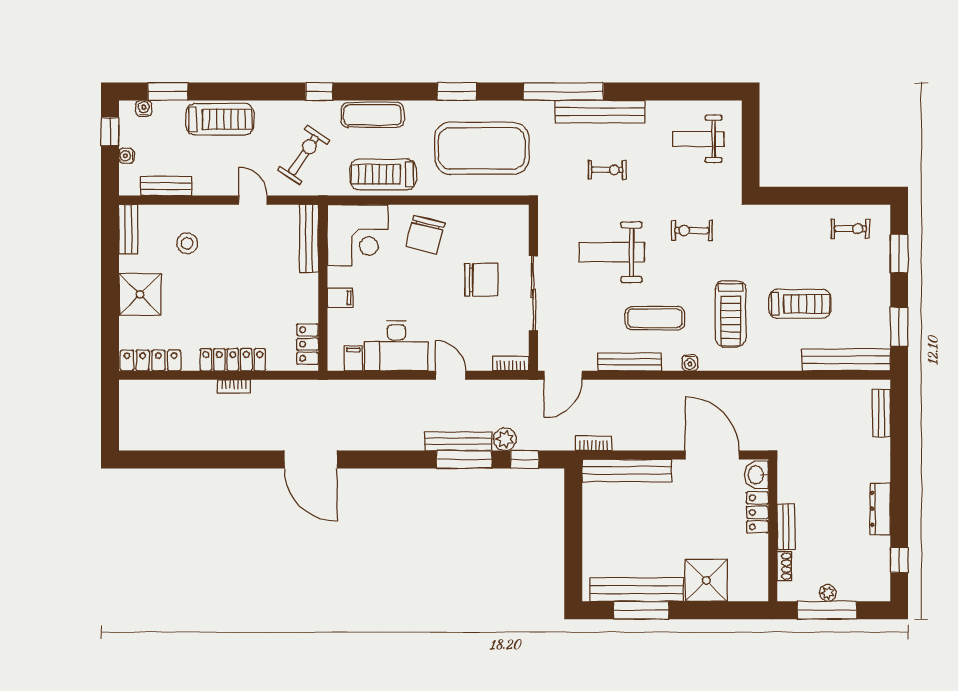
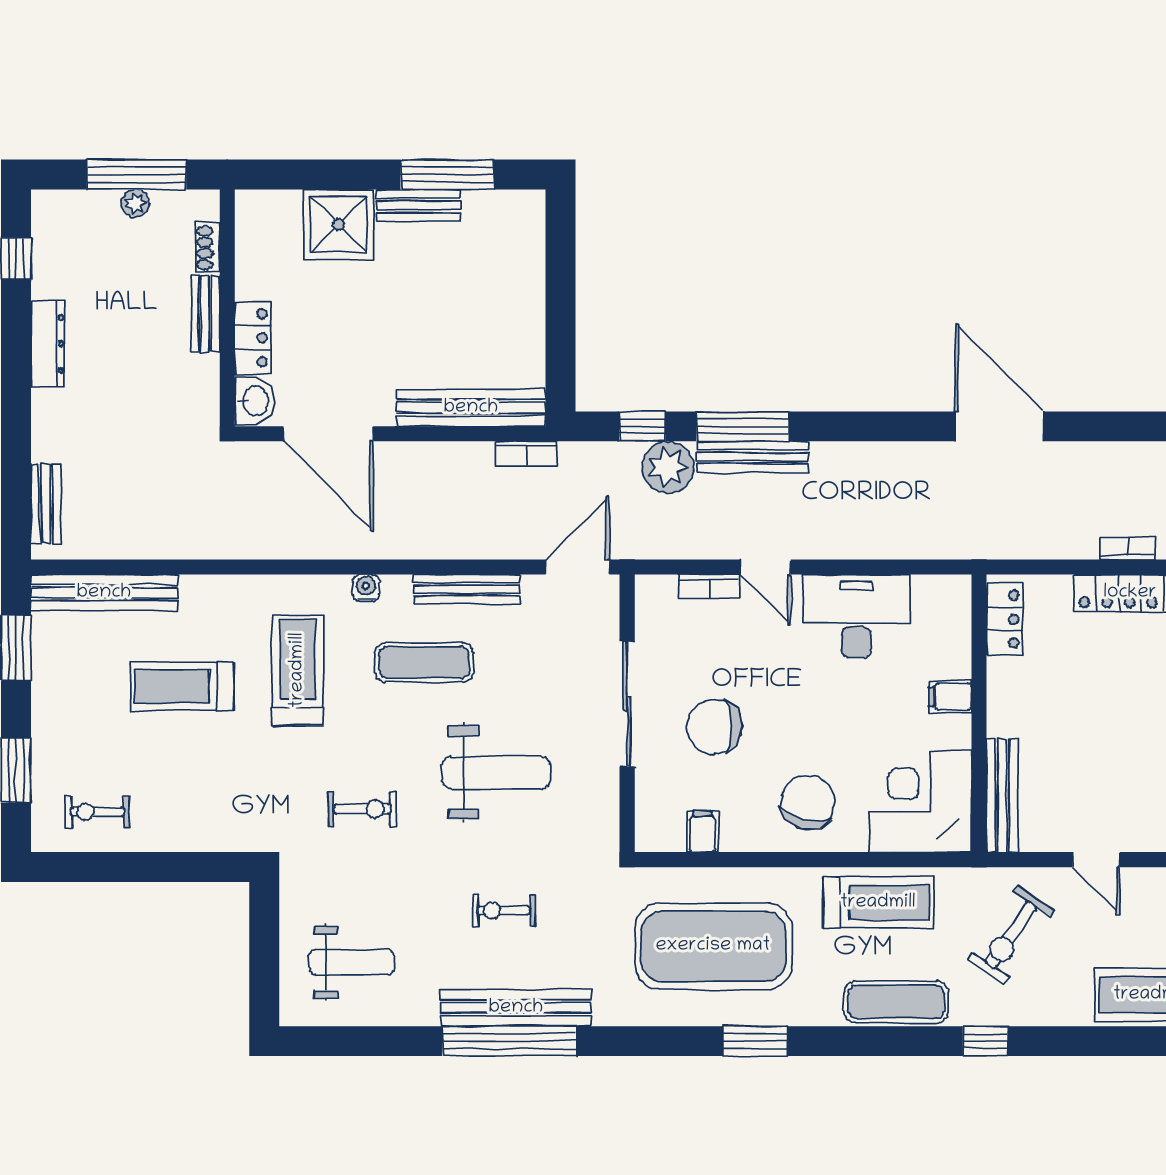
window: (563, 92) -> (509, 1041), moved
filing cabinet: (353, 358) -> (702, 832), moved, turned 180
bookcase: (511, 363) -> (709, 587), moved
plant: (505, 439) -> (668, 467), width x1.36, depth x1.36
bench: (637, 590) -> (418, 205), width x0.54, depth x0.82

